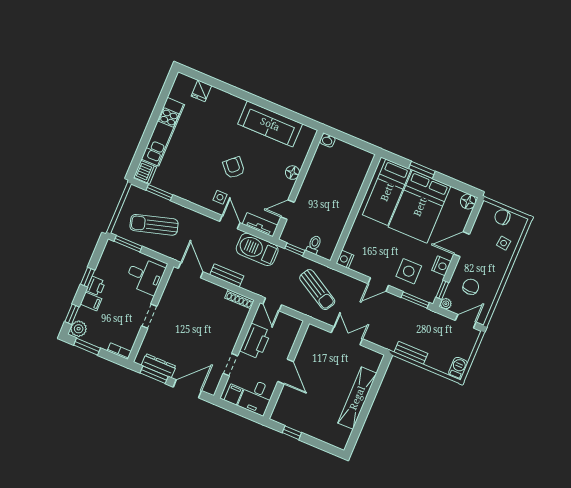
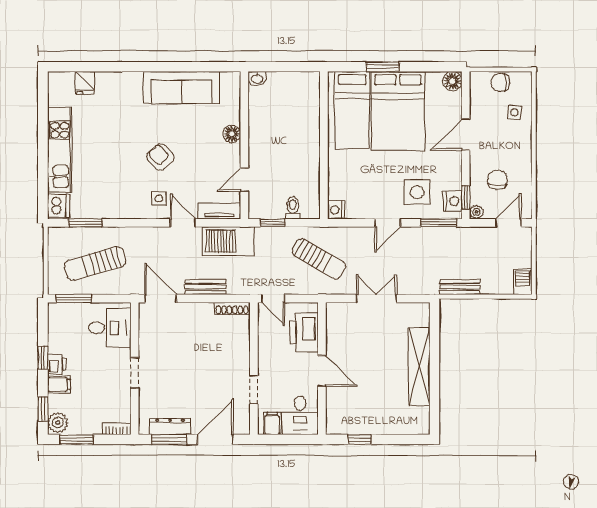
nightstand: (441, 266) -> (453, 201), moved
printer: (255, 341) -> (304, 332), moved, turned 180

